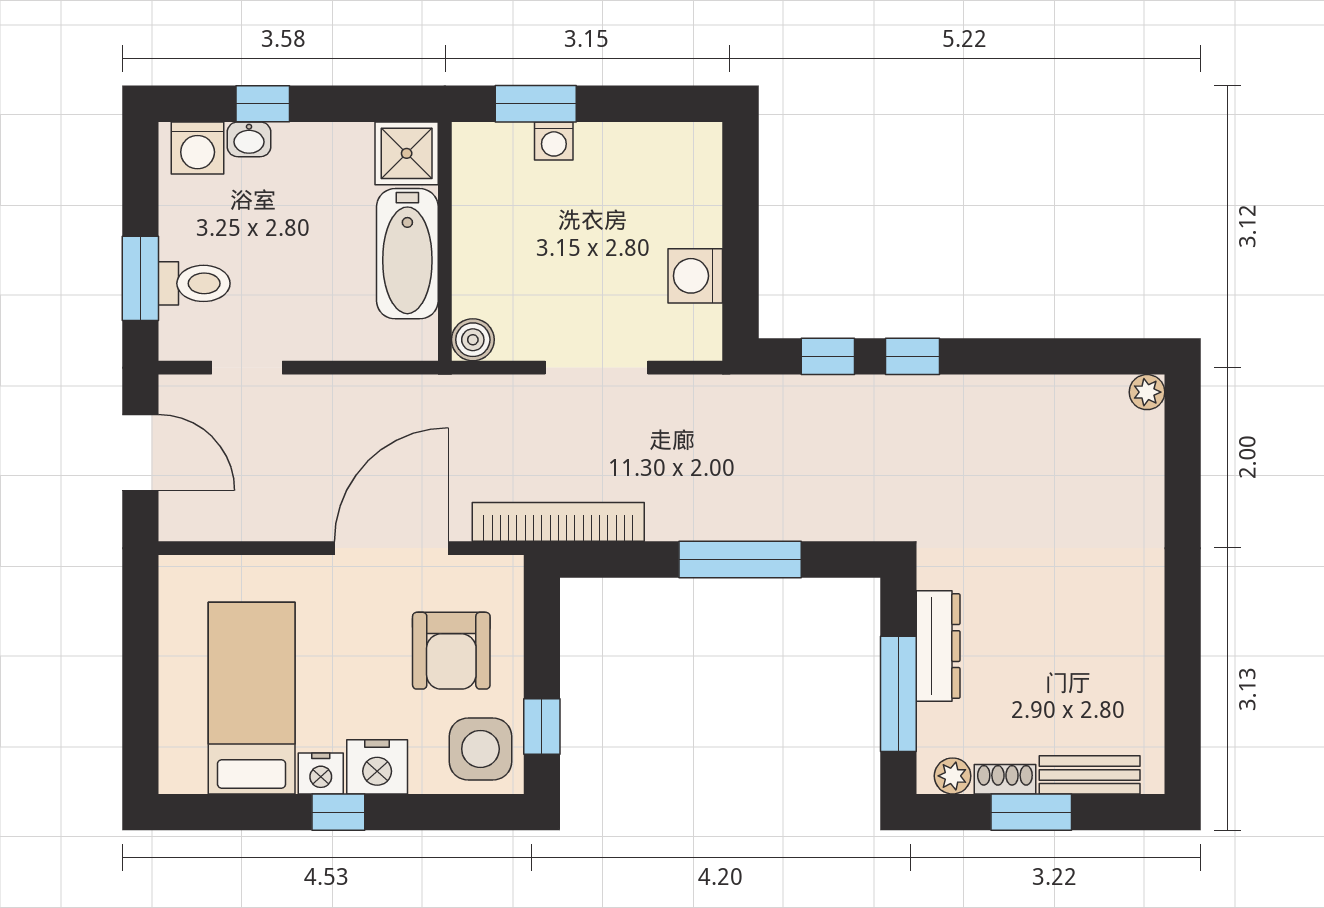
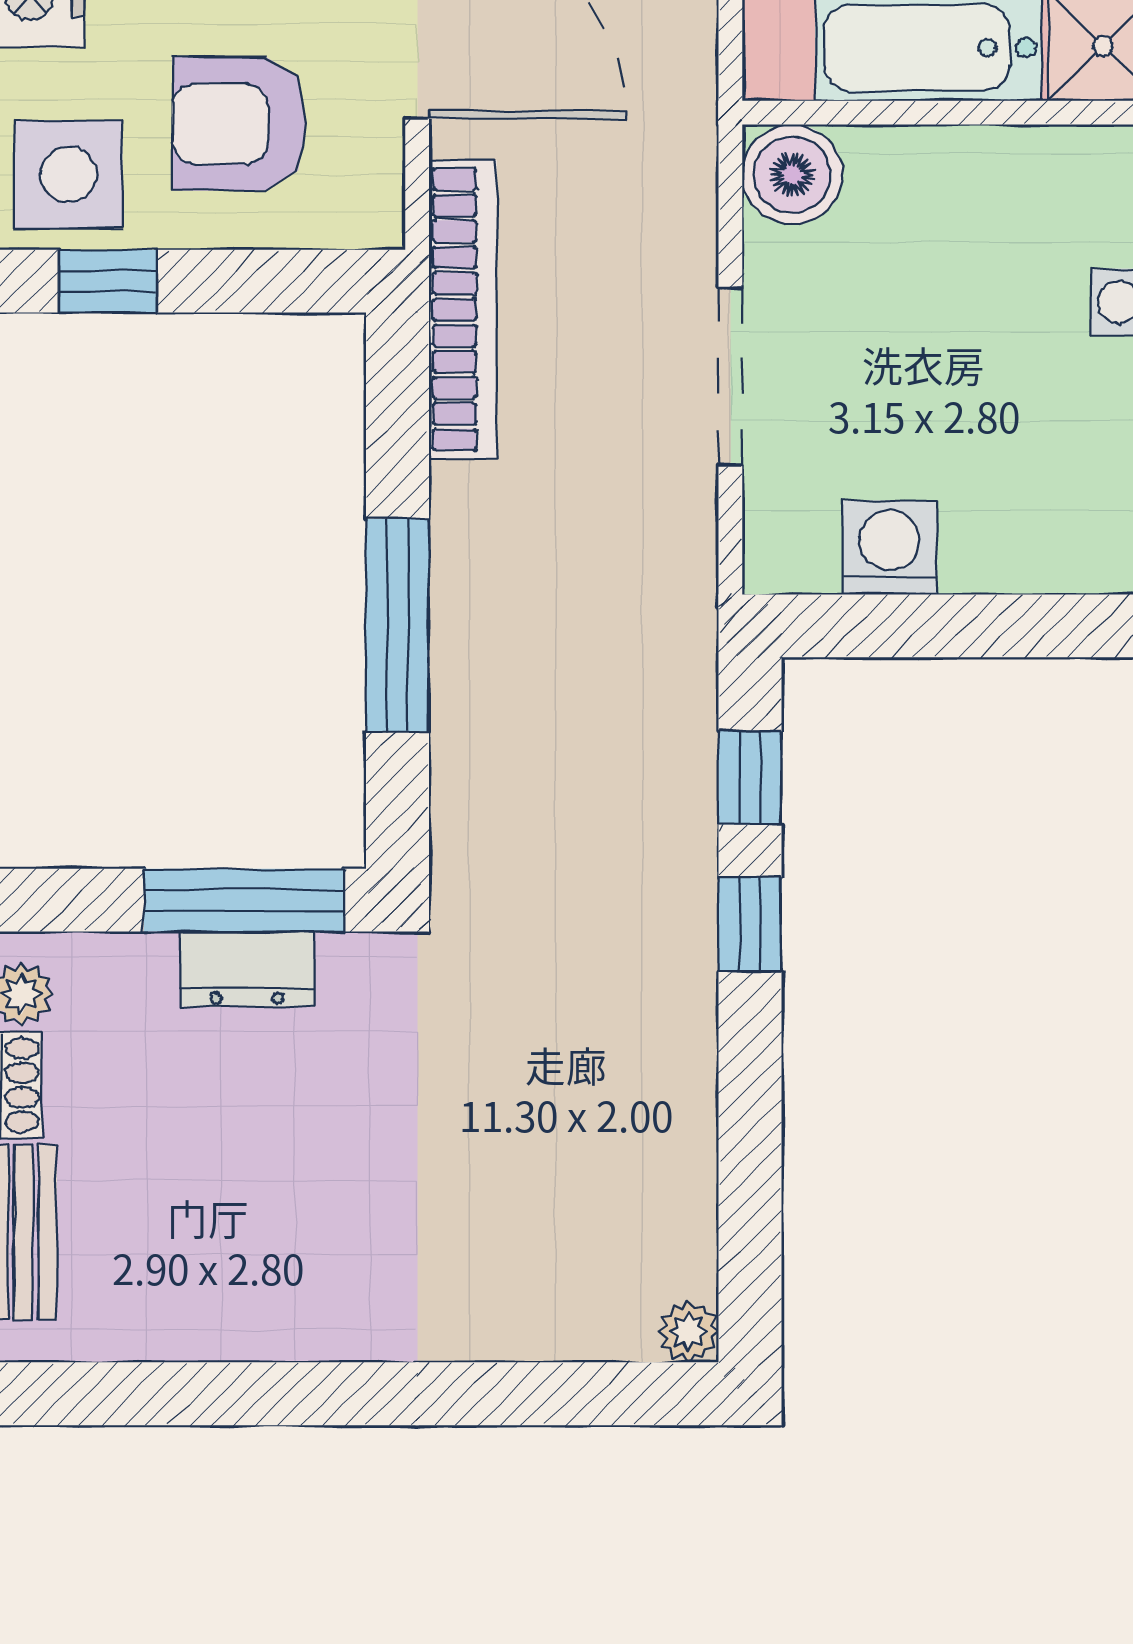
boiler: (473, 340) -> (792, 175), width x1.36, depth x1.36
dresser: (938, 646) -> (247, 969), width x0.70
window: (898, 694) -> (244, 900), moved

